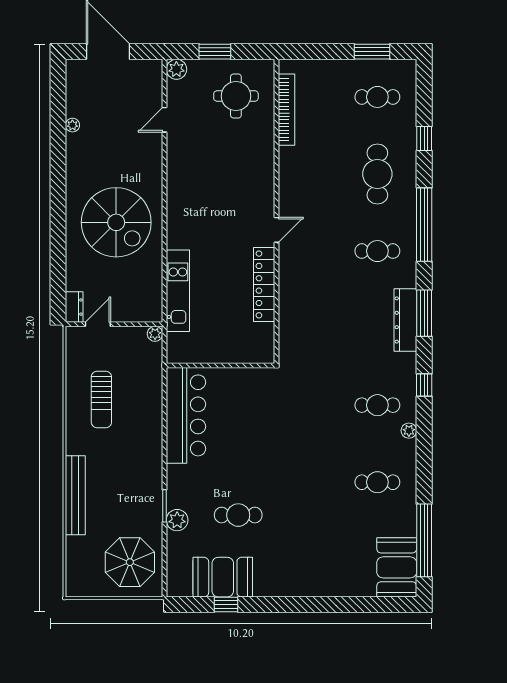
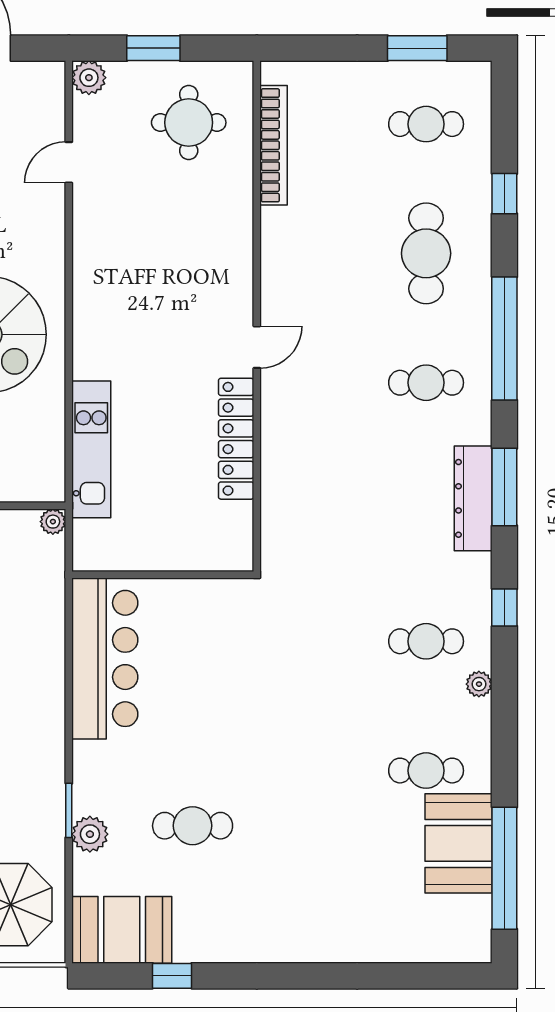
booth: (397, 567) -> (459, 843), moved
booth: (223, 577) -> (122, 930), moved

